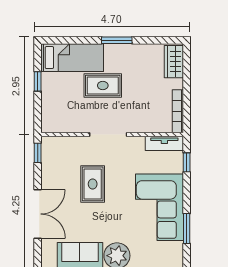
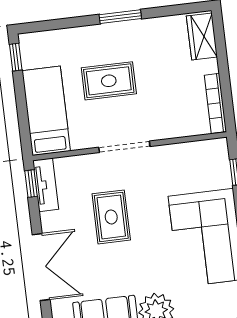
bed: (72, 58) -> (46, 111), moved, turned -90
window: (38, 81) -> (16, 57), moved
tv unit: (164, 143) -> (46, 185), moved, turned -90

